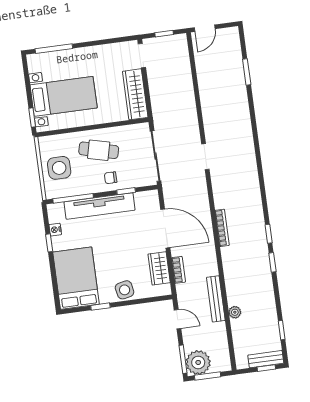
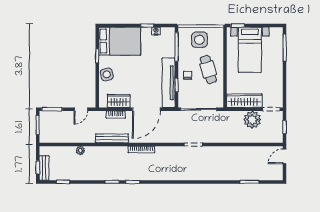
door: (205, 28) -> (285, 156), hinge flipped
cafe table: (99, 150) -> (208, 69), turned -31
tv unit: (100, 206) -> (169, 83), moved
bench: (216, 299) -> (112, 138), moved
plant: (198, 362) -> (252, 120), moved

